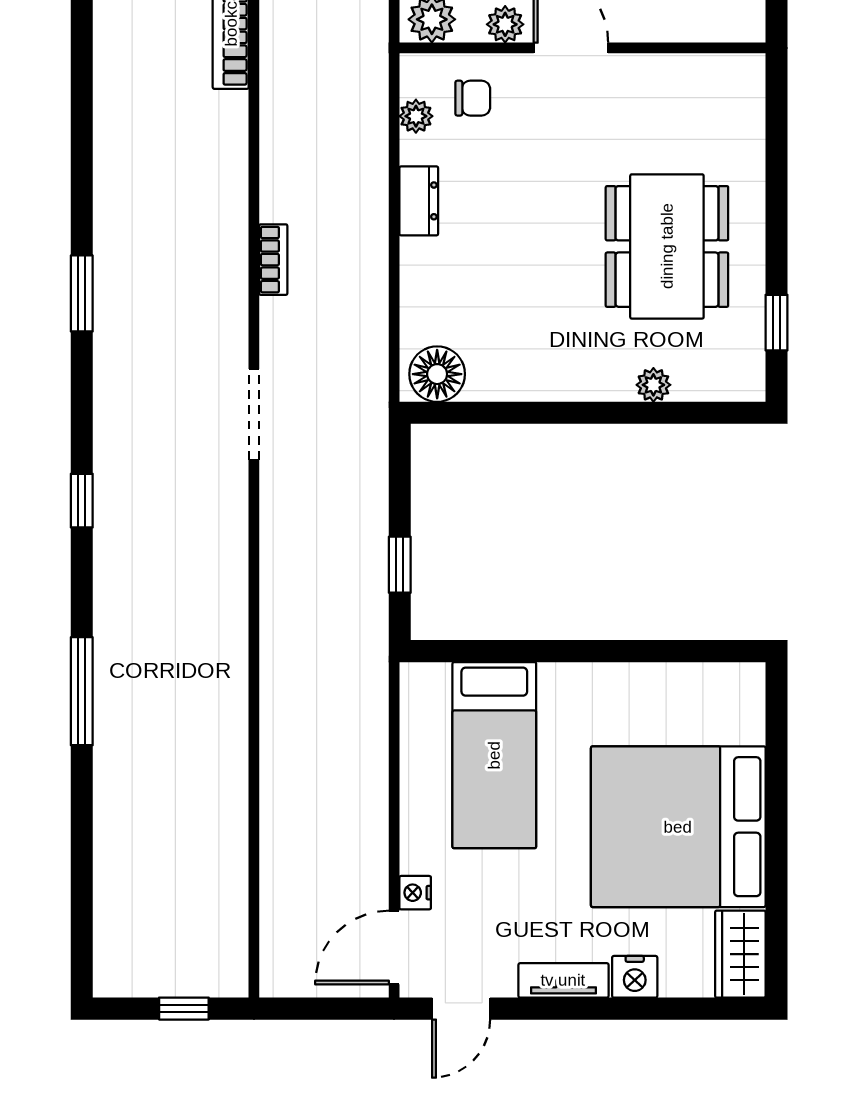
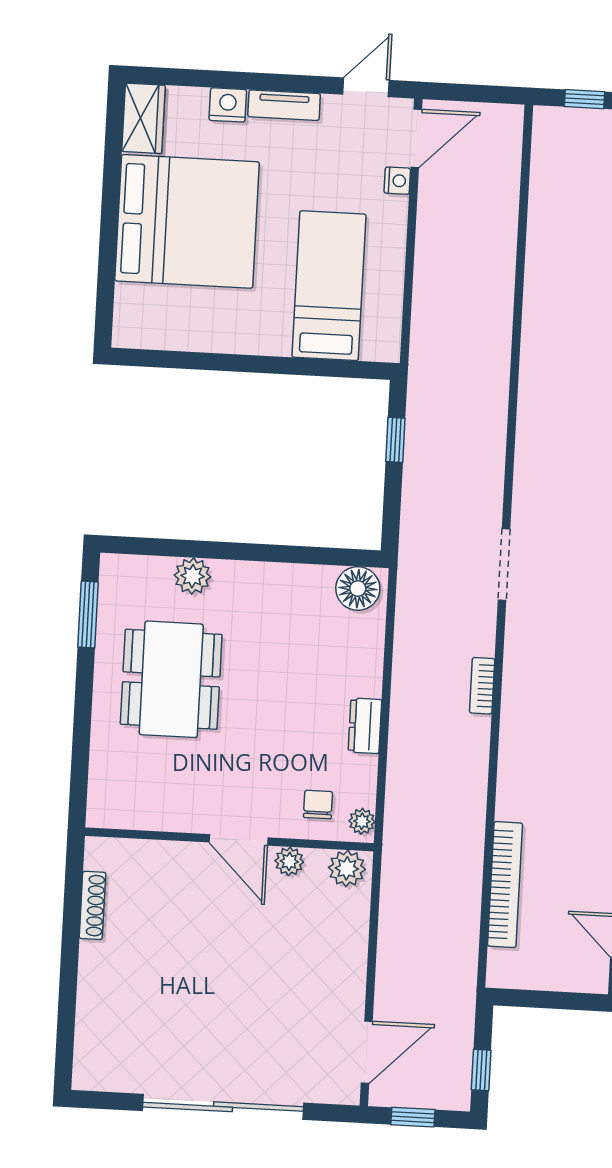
chair: (473, 98) -> (318, 805), turned 90
plant: (416, 116) -> (362, 821), moved
window: (777, 323) -> (88, 615), width x1.50
plant: (653, 385) -> (193, 576), width x1.38, depth x1.38

